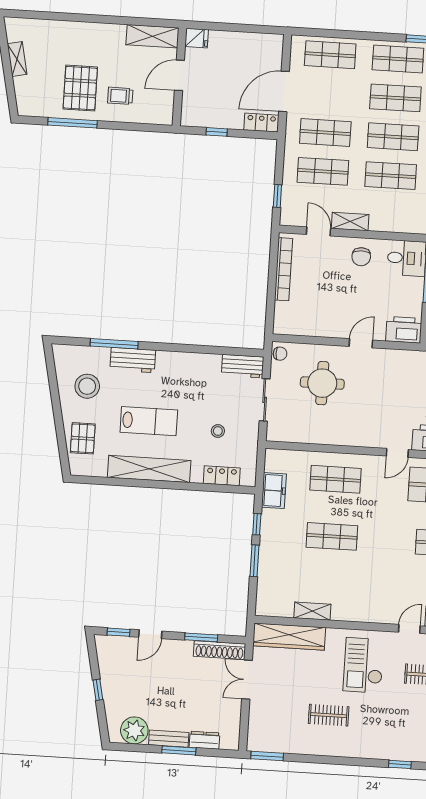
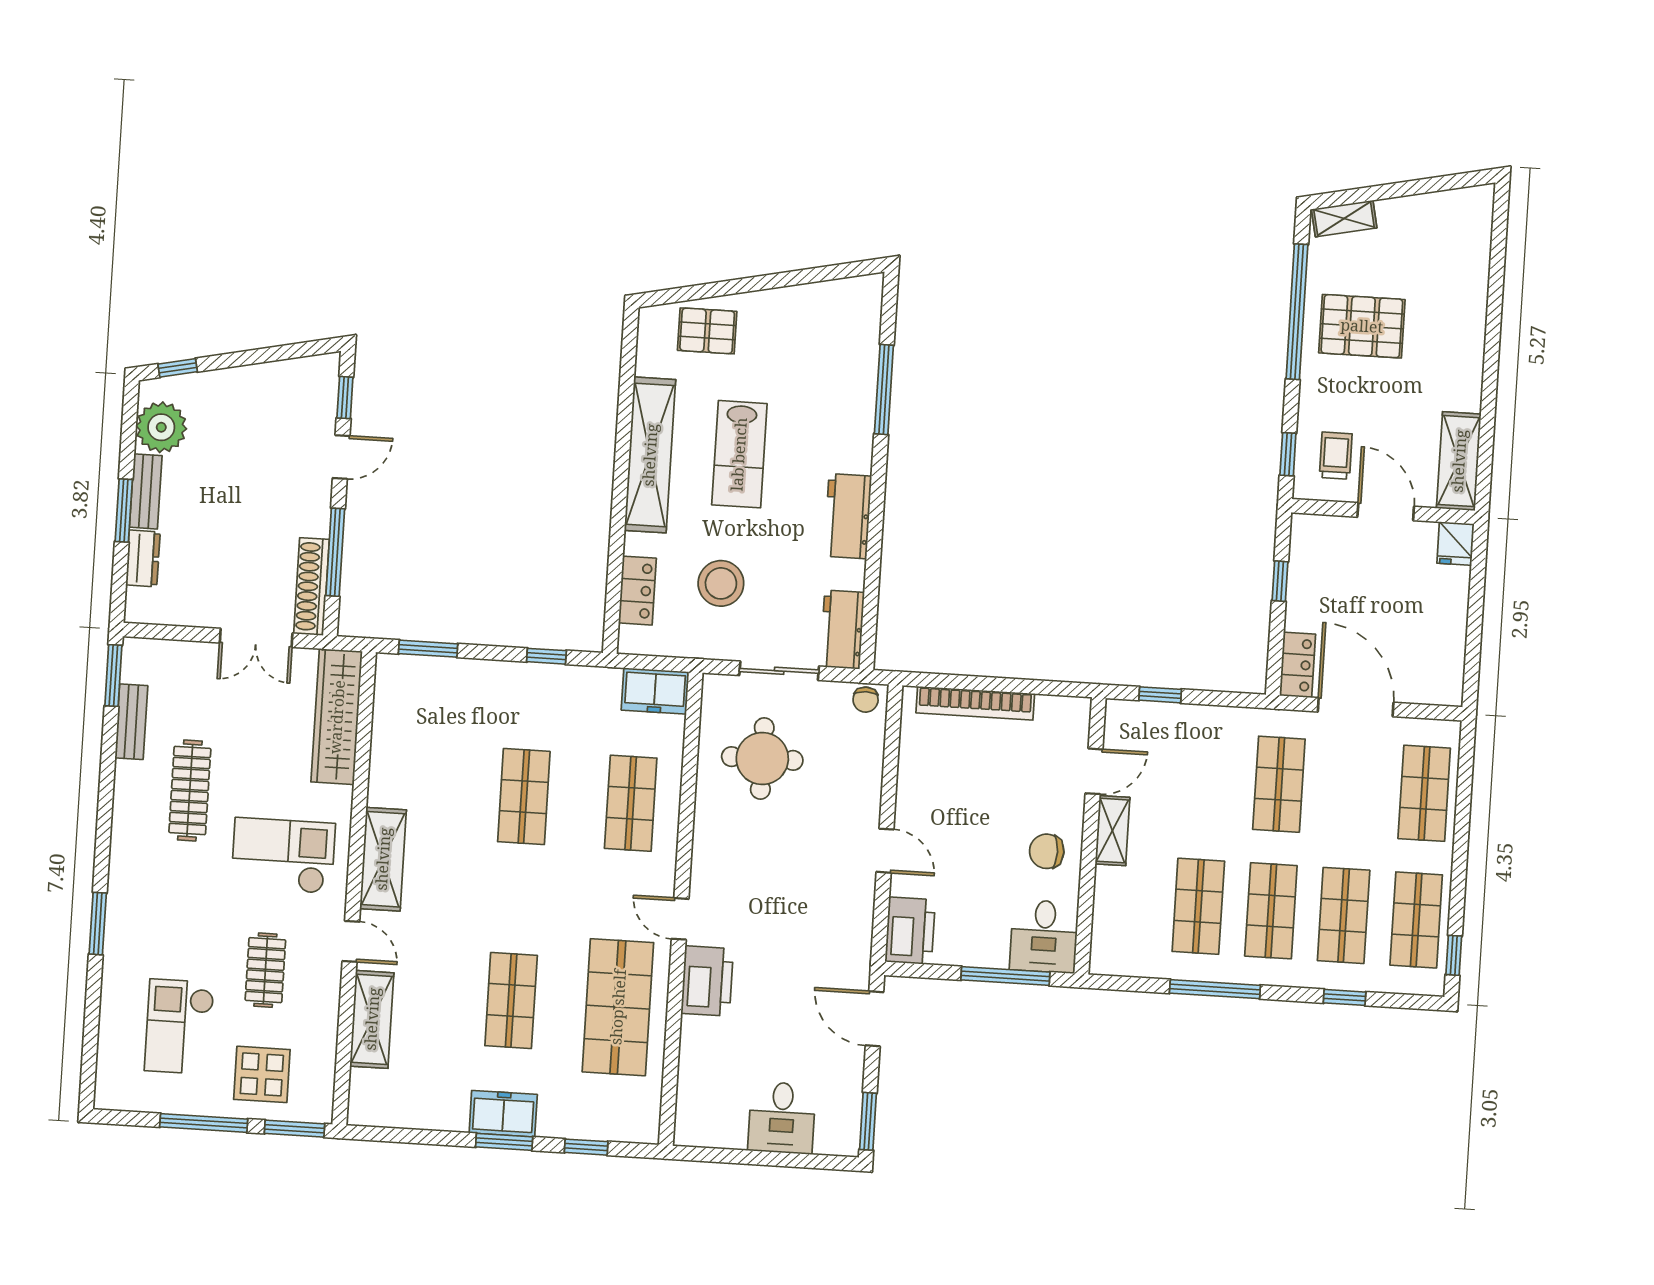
shelving: (17, 59) -> (1344, 219), moved
trolley: (120, 96) -> (1336, 456), moved
window: (73, 123) -> (1297, 312), width x1.46
window: (149, 128) -> (1288, 454), added
shop shelf: (323, 171) -> (1206, 780), removed
bookcase: (284, 269) -> (975, 703), moved
workbench: (133, 360) -> (848, 516), moved
round table: (322, 383) -> (762, 758), moved
stool: (87, 386) -> (805, 339), removed
stool: (218, 431) -> (721, 583), width x1.89, depth x1.89
freezer: (274, 491) -> (655, 691), moved
window: (255, 561) -> (428, 649), moved
shelving: (312, 611) -> (383, 859), moved, width x1.50, depth x1.33
door: (150, 634) -> (341, 457), swing flipped
window: (201, 637) -> (335, 552), width x1.44
double door: (247, 680) -> (256, 638), swing flipped
window: (98, 690) -> (178, 368), moved
clothes rail: (329, 715) -> (190, 790), width x1.36
bench: (292, 746) -> (131, 722), added
window: (400, 764) -> (98, 924), width x1.50

